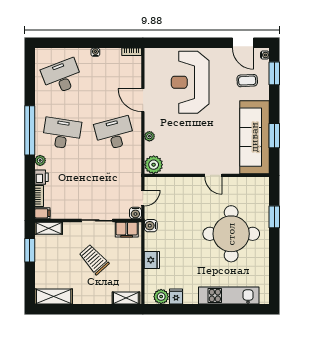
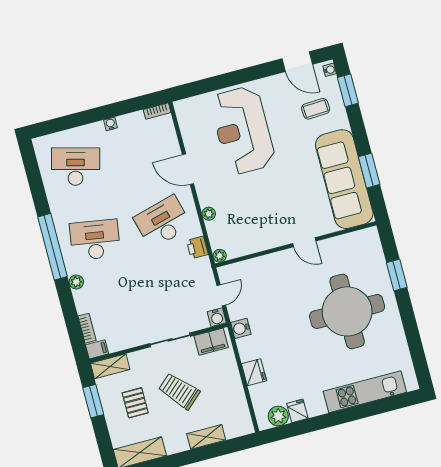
desk: (62, 77) -> (76, 167), turned 36
plant: (154, 165) -> (220, 256), width x0.53, depth x0.53
printer: (41, 177) -> (197, 247), moved, turned 180
pallet: (60, 260) -> (135, 403), added
shelving: (126, 298) -> (206, 437), moved

